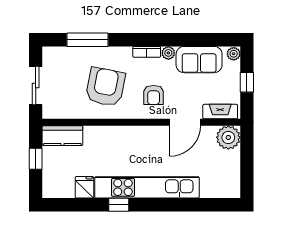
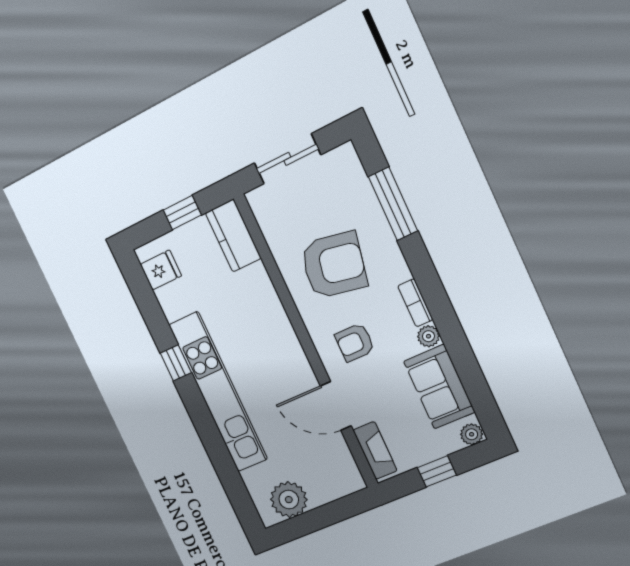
plant: (228, 137) -> (289, 500), moved
fridge: (84, 187) -> (161, 270), moved

